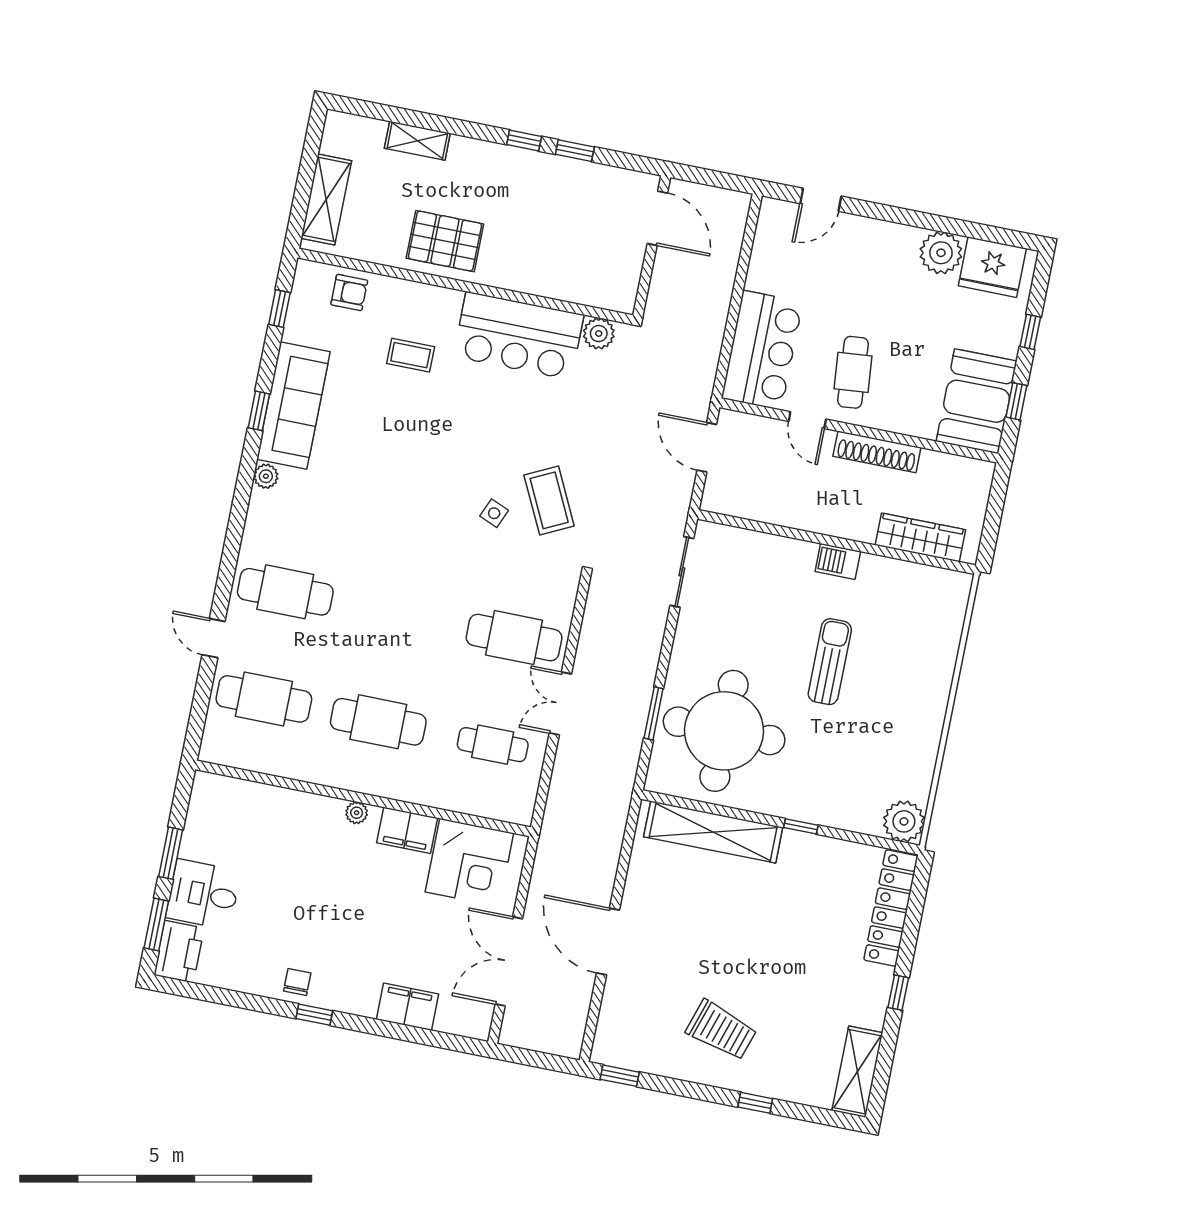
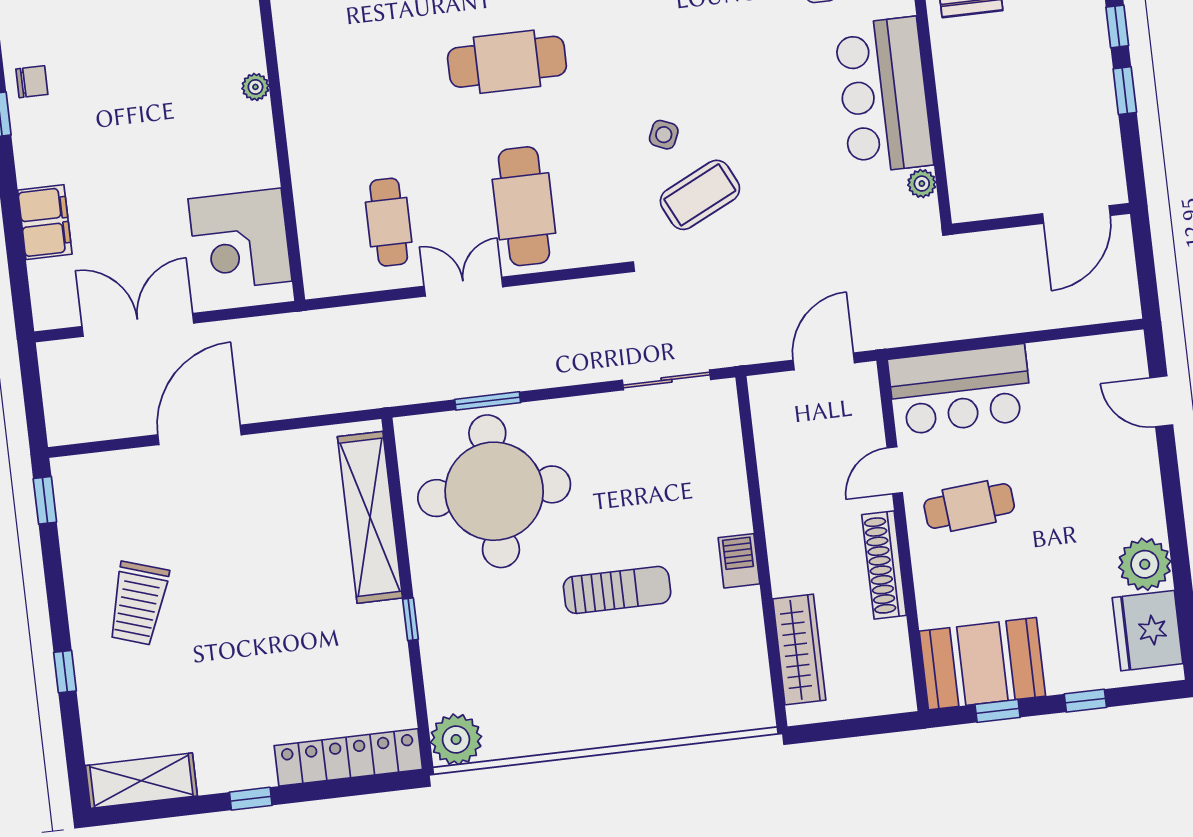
plant: (599, 334) -> (922, 184), width x0.73, depth x0.73
cafe table: (378, 722) -> (507, 62), moved, turned 90
filing cabinet: (407, 830) -> (254, 154), removed

